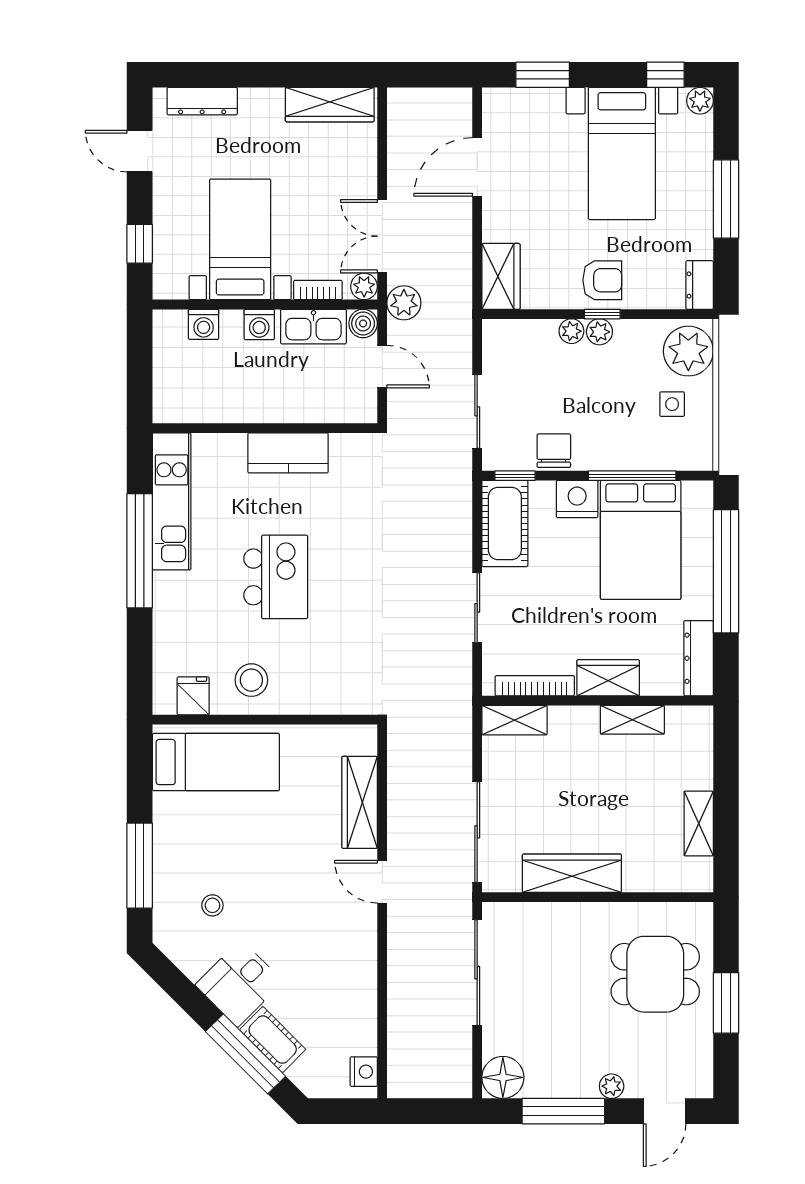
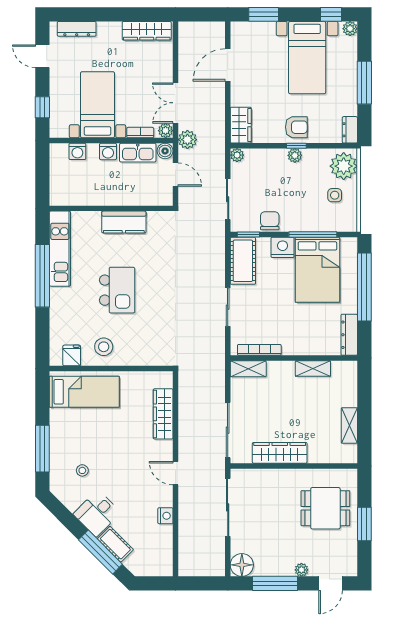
plant: (571, 331) -> (237, 155), moved
wardrobe: (608, 678) -> (300, 346), removed
door: (382, 882) -> (175, 473), moved
nightstand: (364, 1072) -> (165, 516), moved

